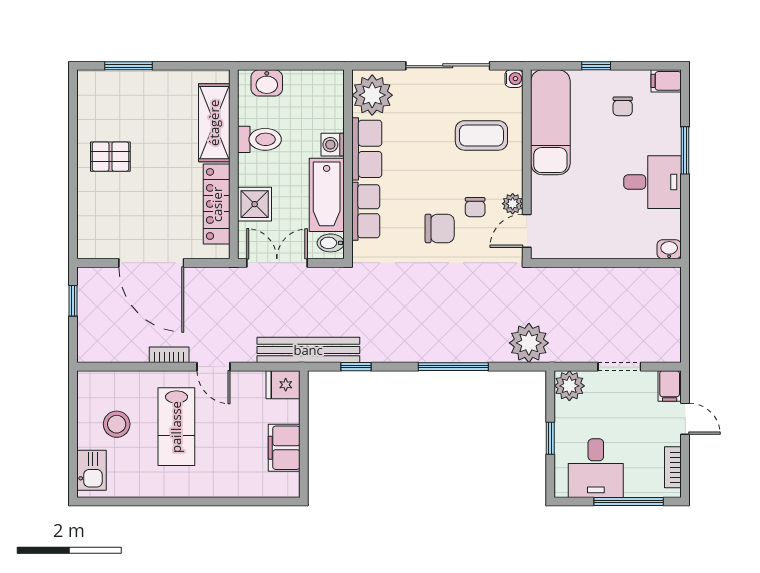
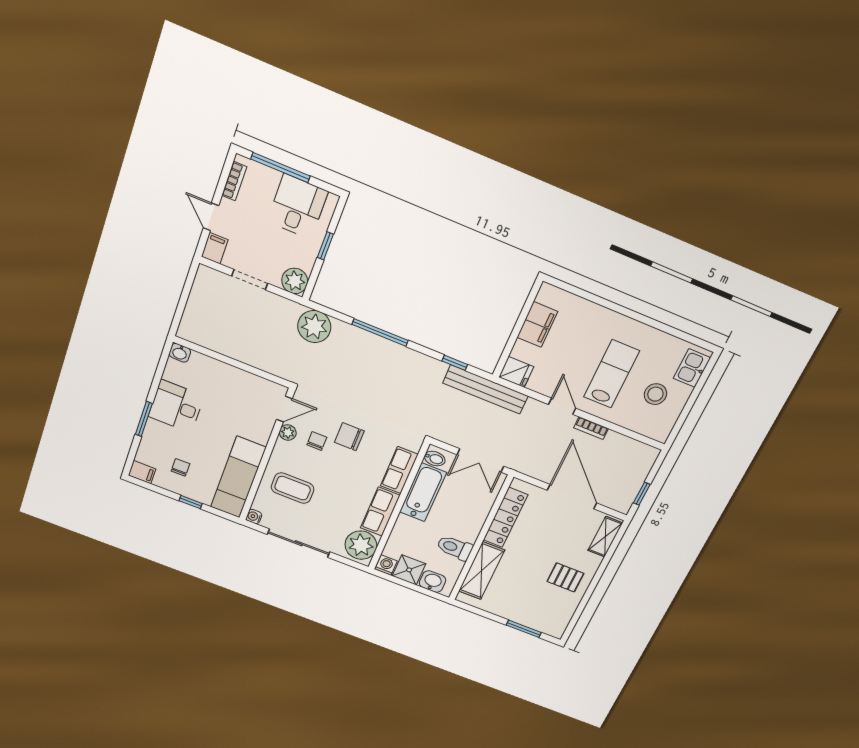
washing machine: (333, 145) -> (386, 565), moved, turned -90
shower: (255, 204) -> (409, 570), moved
shelving: (89, 229) -> (605, 537), added

